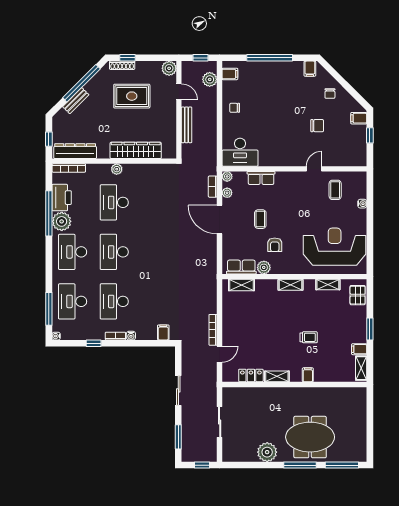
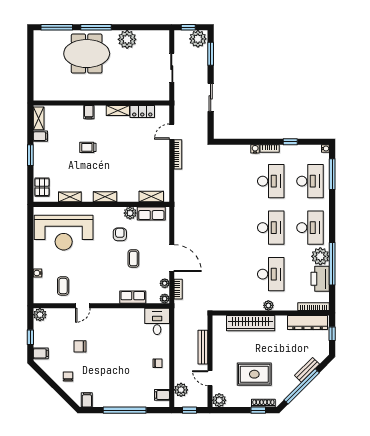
desk: (240, 152) -> (157, 321), width x0.73
plant: (360, 159) -> (40, 315), added
filing cabinet: (163, 332) -> (225, 152), removed
plant: (192, 453) -> (198, 39), added

